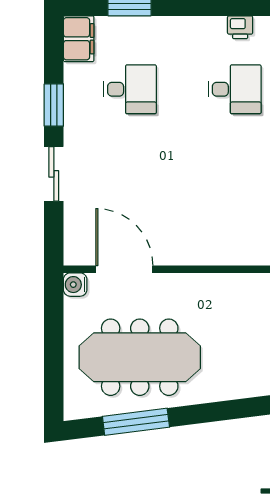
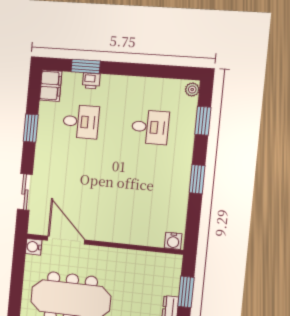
printer: (240, 27) -> (91, 81), moved
sliding door: (54, 174) -> (25, 192), moved

